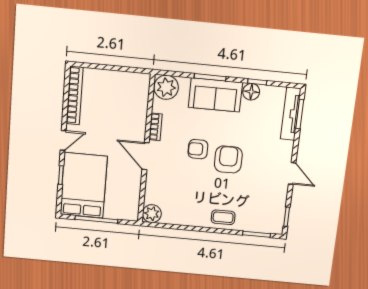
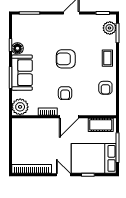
tv unit: (291, 114) -> (30, 19), removed
armchair: (198, 149) -> (65, 93), moved
cot: (130, 199) -> (101, 125), added
armchair: (182, 211) -> (105, 88), added
plant: (152, 214) -> (110, 28), moved

